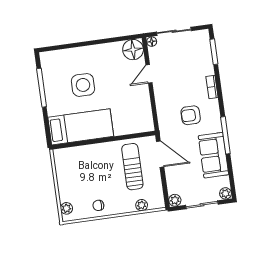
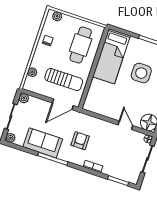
cafe table: (85, 167) -> (81, 45), added

